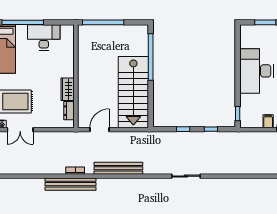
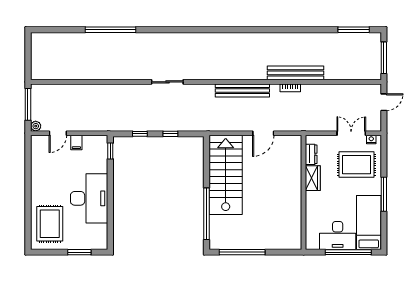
window: (103, 22) -> (242, 252), moved
desk: (44, 37) -> (338, 235), moved
wall: (76, 76) -> (304, 192), moved
wardrobe: (68, 89) -> (313, 178), moved
dresser: (69, 111) -> (311, 154), moved

